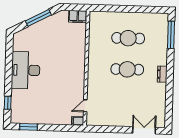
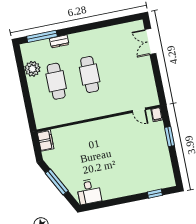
plant: (144, 20) -> (32, 69), added
desk: (26, 70) -> (89, 192), moved, width x0.53, depth x0.77
dresser: (162, 74) -> (59, 41), moved
window: (29, 127) -> (170, 136), moved

